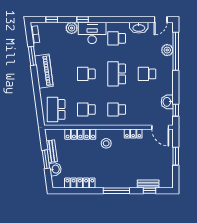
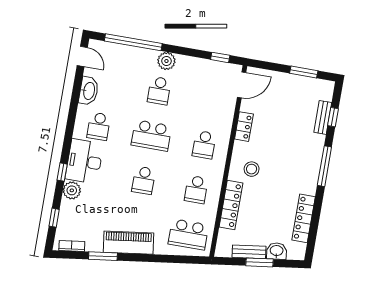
plant: (167, 50) -> (166, 61), moved
washbasin: (167, 102) -> (206, 68), removed
window: (176, 156) -> (304, 72), moved

